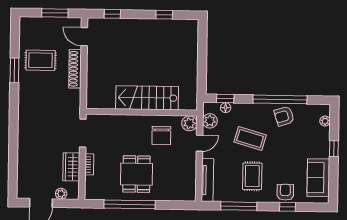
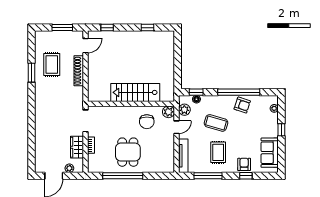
door: (84, 37) -> (86, 46), swing flipped
rug: (41, 60) -> (52, 64), turned 90
armchair: (284, 116) -> (242, 105), turned -144

